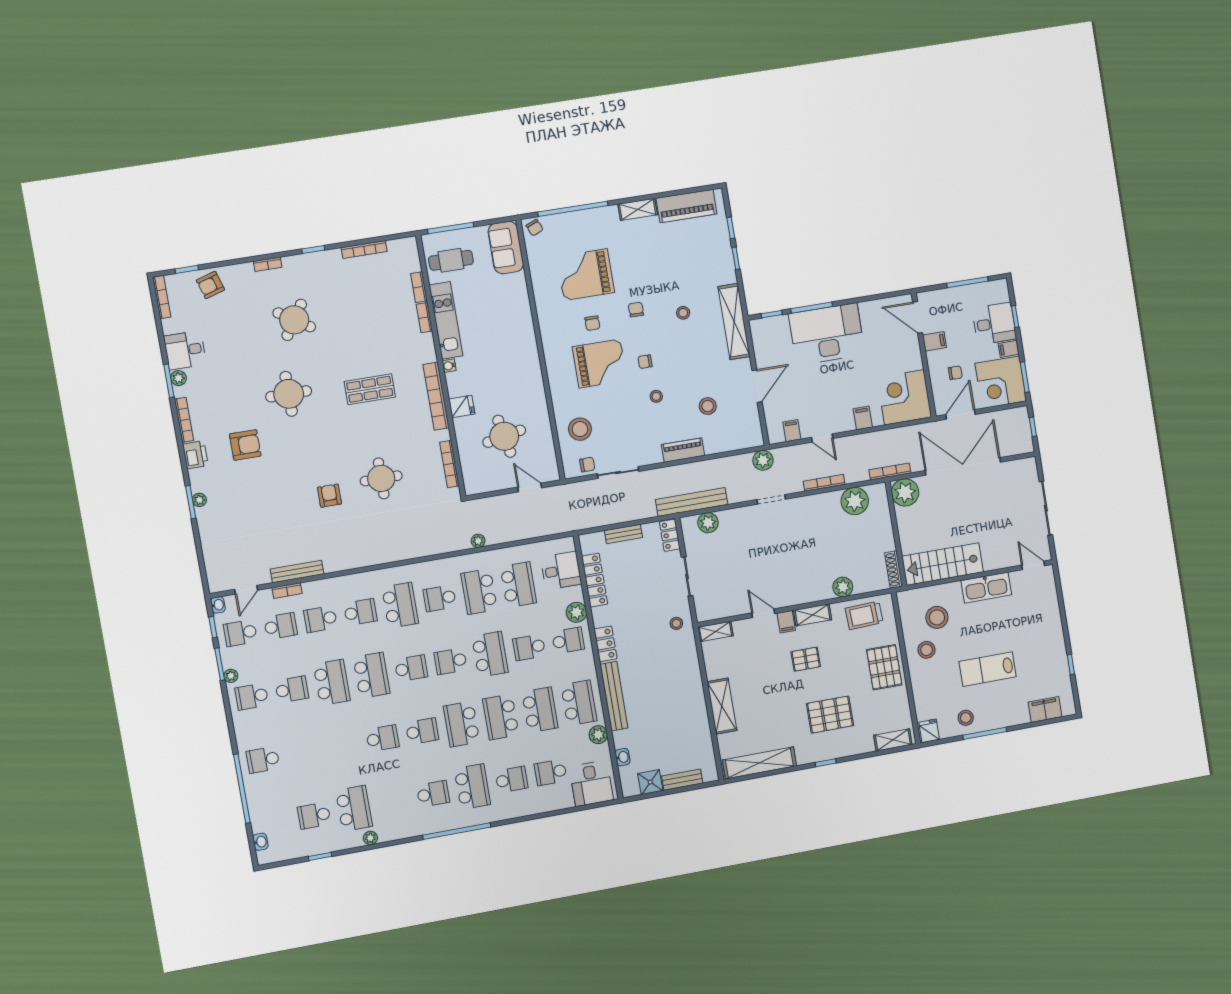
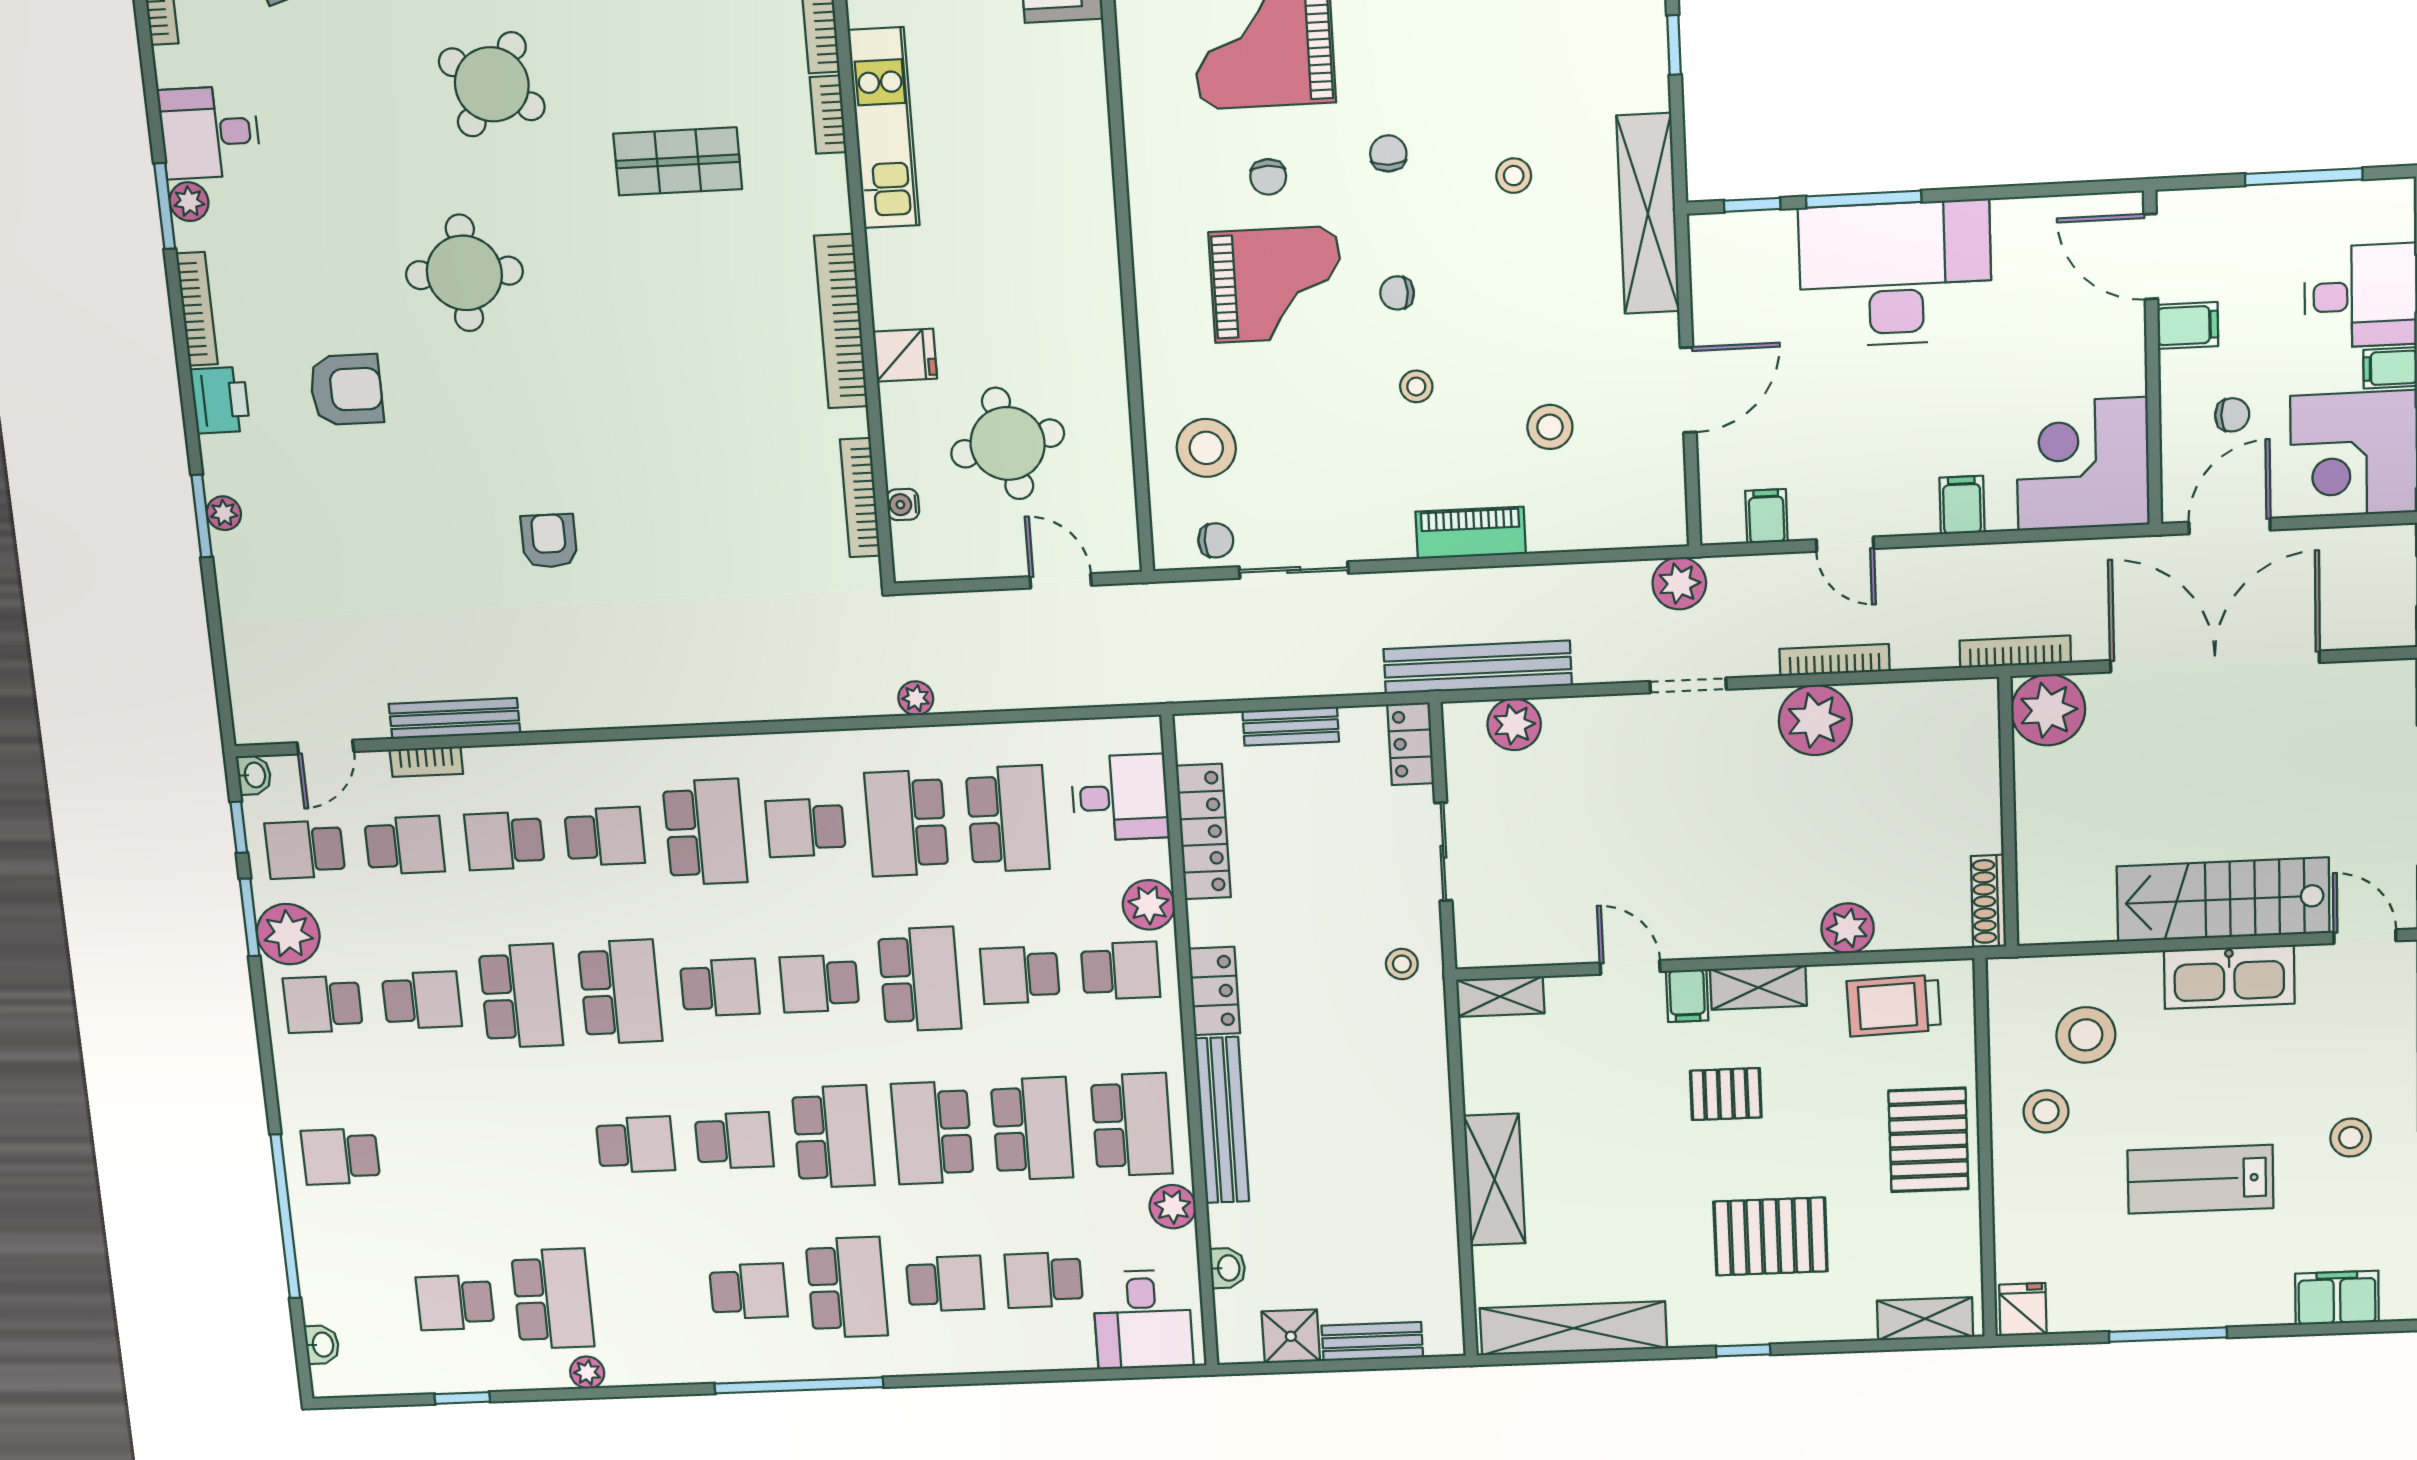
water cooler: (449, 366) -> (903, 505), moved
shop shelf: (370, 389) -> (678, 161), moved
round table: (381, 478) -> (683, 513), removed
plant: (855, 501) -> (1815, 720), moved
stairs: (943, 564) -> (2223, 900), moved
plant: (231, 676) -> (288, 934), width x1.88, depth x1.88
stool: (966, 718) -> (2351, 1138), moved
school desk: (461, 724) -> (833, 1137), turned 180

